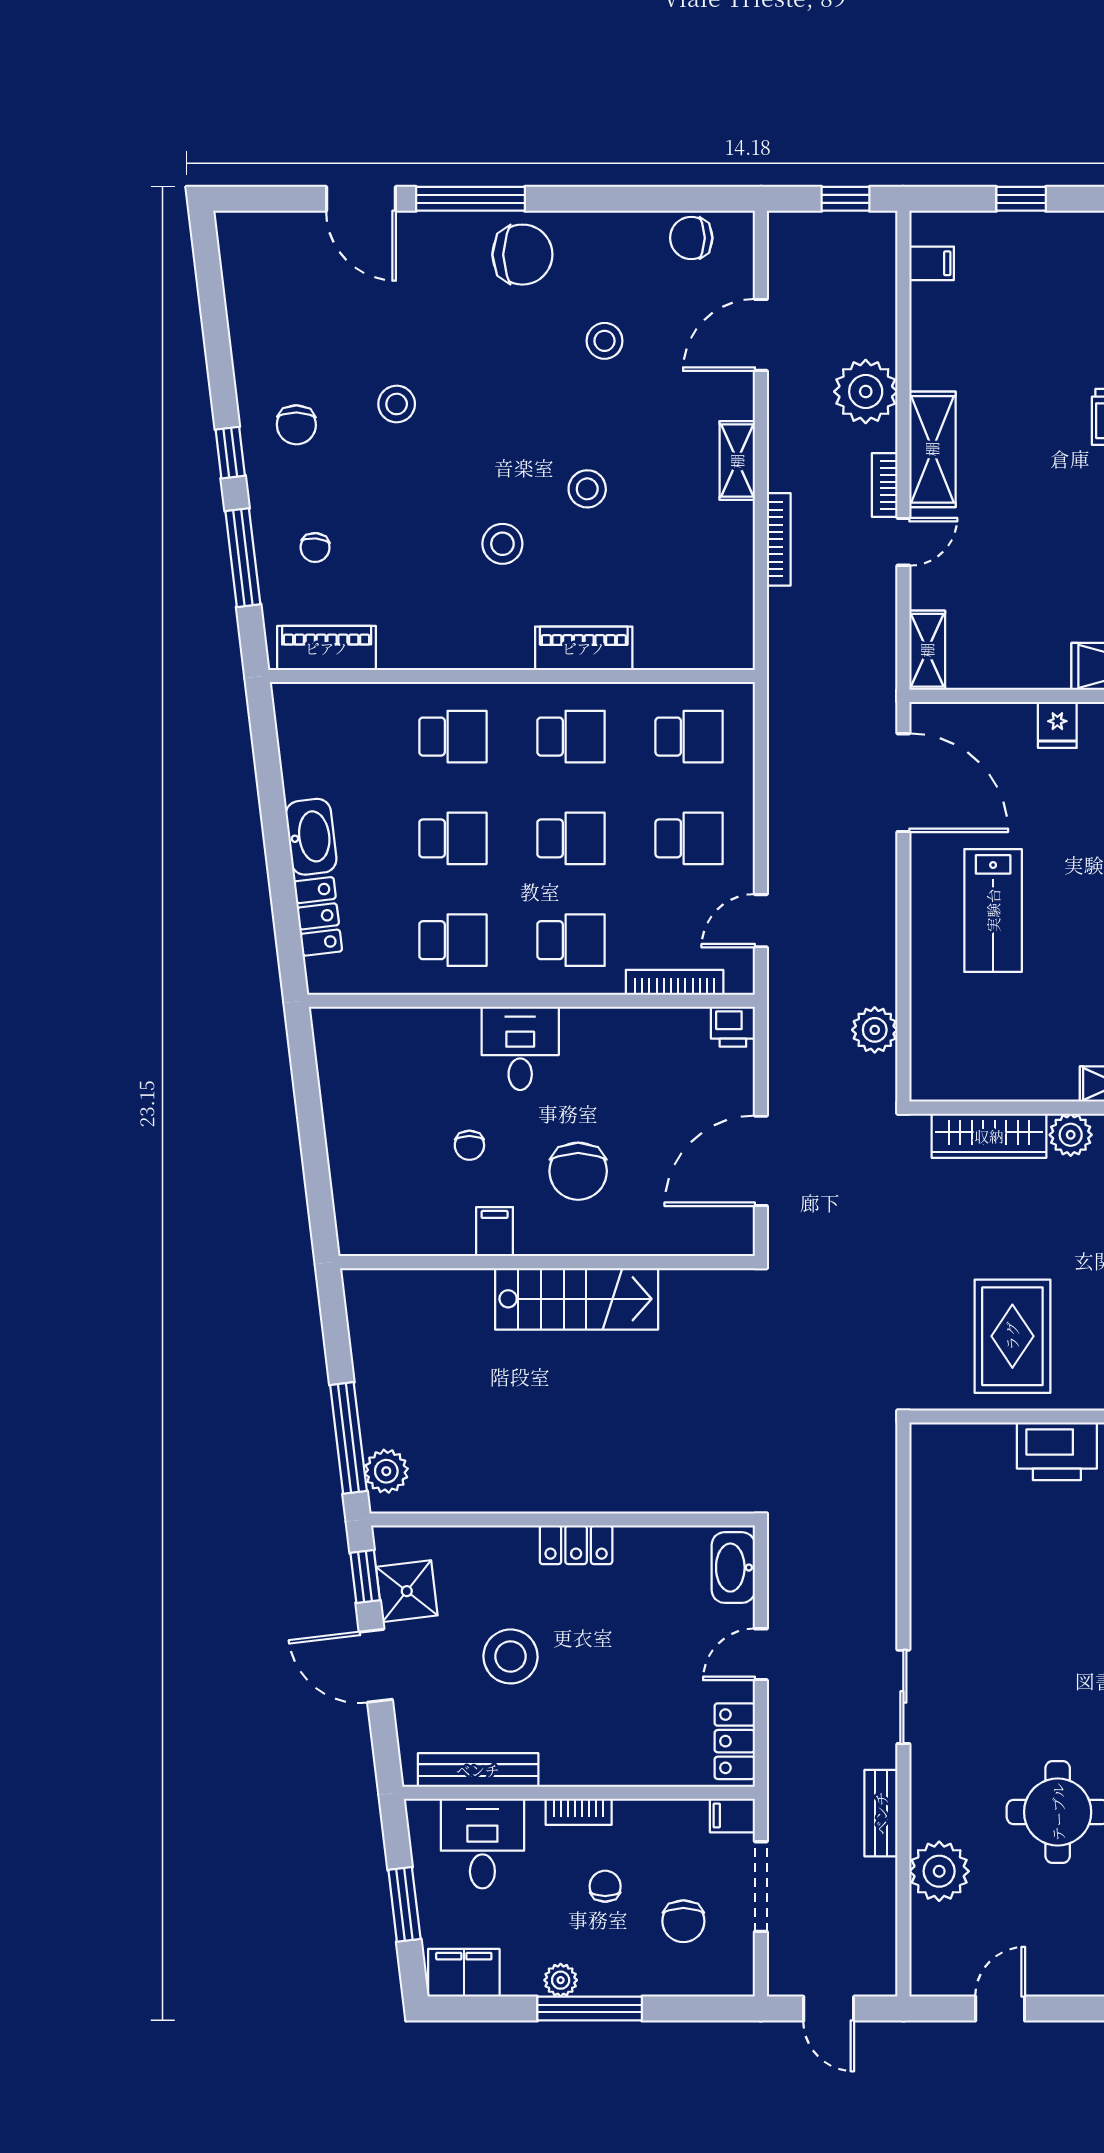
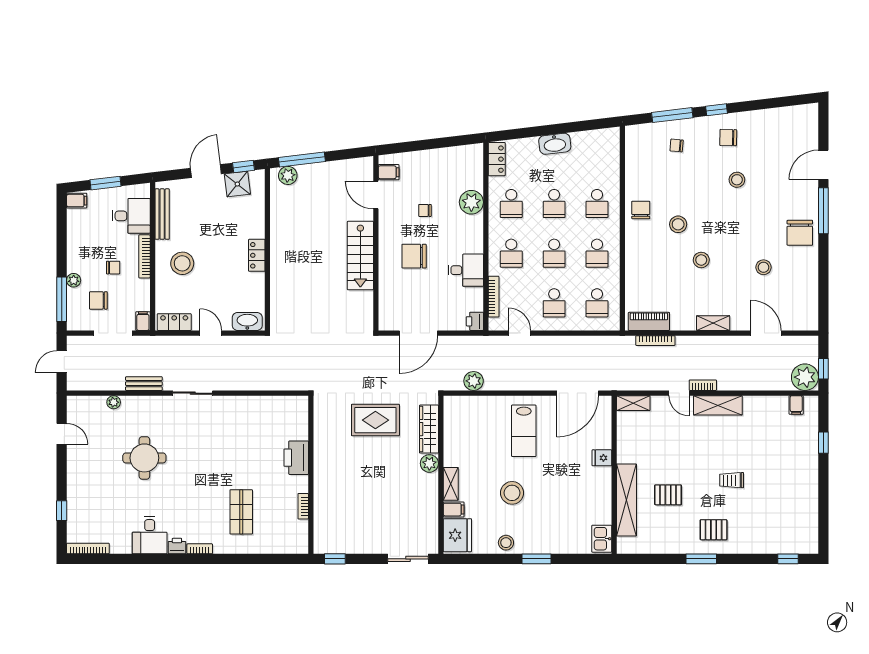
chair: (691, 238) -> (641, 210), moved
plant: (866, 392) -> (805, 377), moved
bookcase: (779, 539) -> (655, 341), moved
piano: (327, 648) -> (634, 150), removed
piano: (584, 648) -> (649, 321), moved, turned -90
lab bench: (993, 910) -> (524, 431), turned -90
locker: (318, 916) -> (497, 159), moved, turned -83
plant: (450, 1035) -> (471, 202), added
desk: (520, 1048) -> (466, 270), moved
door: (761, 1161) -> (418, 333), swing flipped
filing cabinet: (495, 1232) -> (389, 172), moved
door: (433, 1262) -> (376, 195), added
rug: (1012, 1336) -> (375, 420), moved
stool: (510, 1656) -> (182, 263), moved
bookcase: (579, 1812) -> (144, 256), width x1.56
plant: (939, 1871) -> (114, 402), width x0.53, depth x0.53
filing cabinet: (464, 1973) -> (77, 201), width x0.50
plant: (561, 1980) -> (74, 280), moved
window: (590, 2009) -> (62, 299), moved

